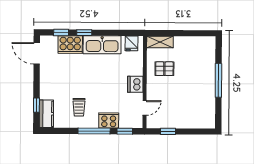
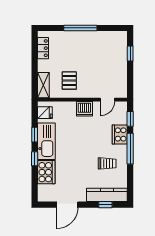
window: (61, 33) -> (35, 135), moved
locker: (198, 42) -> (43, 48), added
door: (37, 53) -> (67, 205), moved
door: (145, 108) -> (107, 100), swing flipped
kitchen counter: (46, 114) -> (107, 195), width x1.50
window: (168, 131) -> (130, 54), moved

